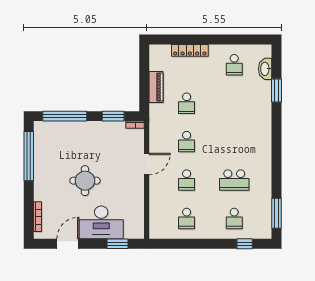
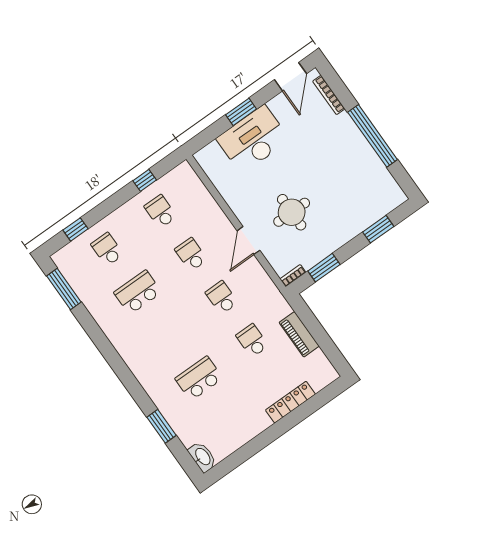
school desk: (234, 65) -> (199, 378), moved, width x1.85
washbasin: (265, 69) -> (202, 457), moved
window: (65, 116) -> (378, 229), width x0.47
window: (29, 156) -> (373, 136), moved
round table: (85, 181) -> (292, 212), moved
door: (68, 244) -> (290, 77), moved
window: (117, 244) -> (241, 112), moved
window: (183, 244) -> (145, 180), added

